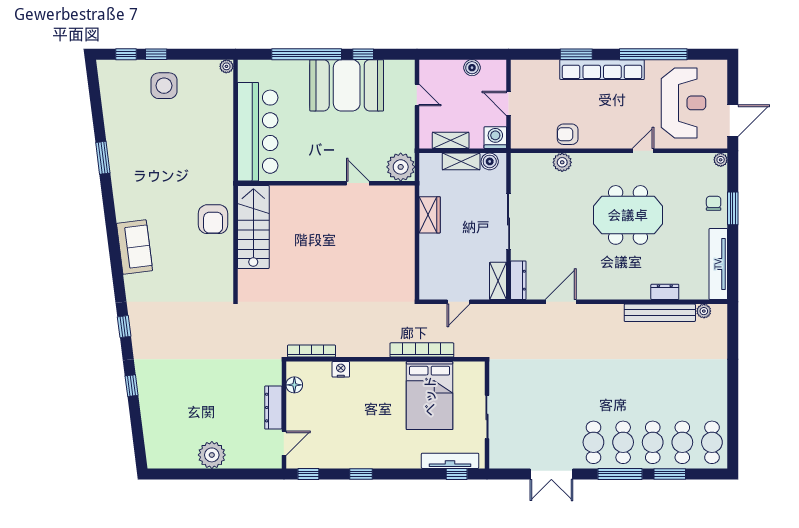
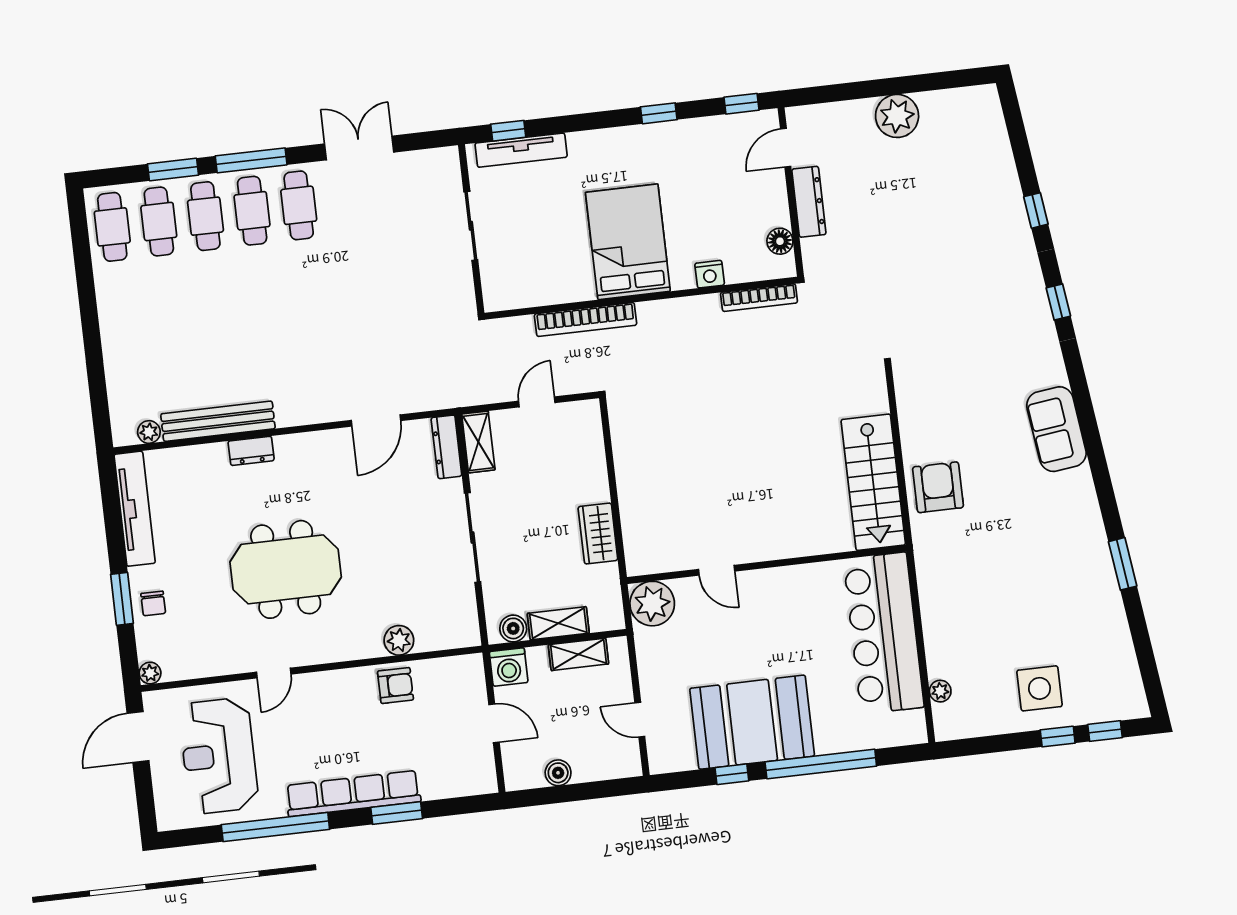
plant: (226, 66) -> (940, 691), moved
dresser: (665, 292) -> (251, 451), moved
bed: (430, 396) -> (628, 242), moved

